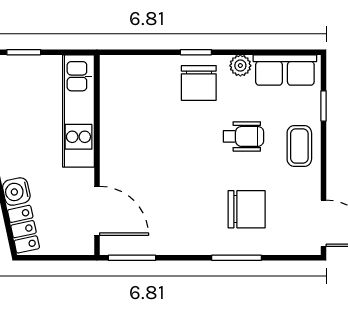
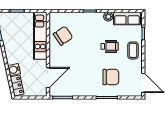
chair: (199, 83) -> (63, 36), moved, turned -124
door: (97, 211) -> (48, 78), hinge flipped

